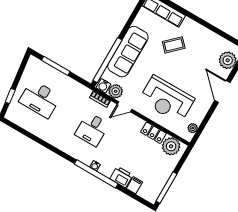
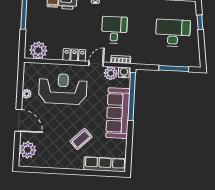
plant: (193, 128) -> (27, 94), moved
locker: (153, 133) -> (74, 55), moved

